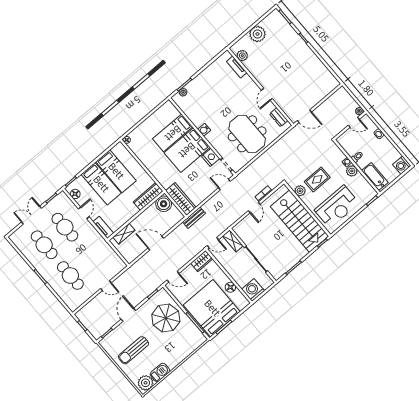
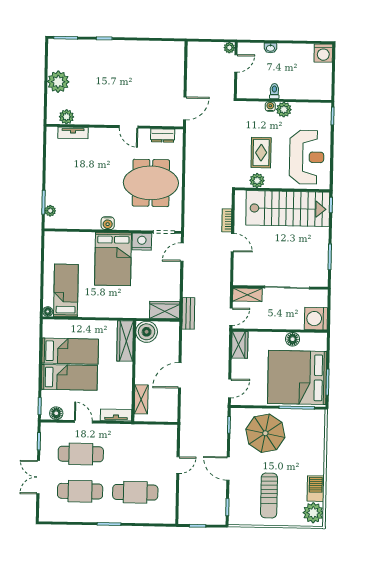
bed: (173, 133) -> (66, 290), moved, turned 180
bathtub: (375, 177) -> (310, 91), removed
wardrobe: (181, 199) -> (165, 310), width x0.67

